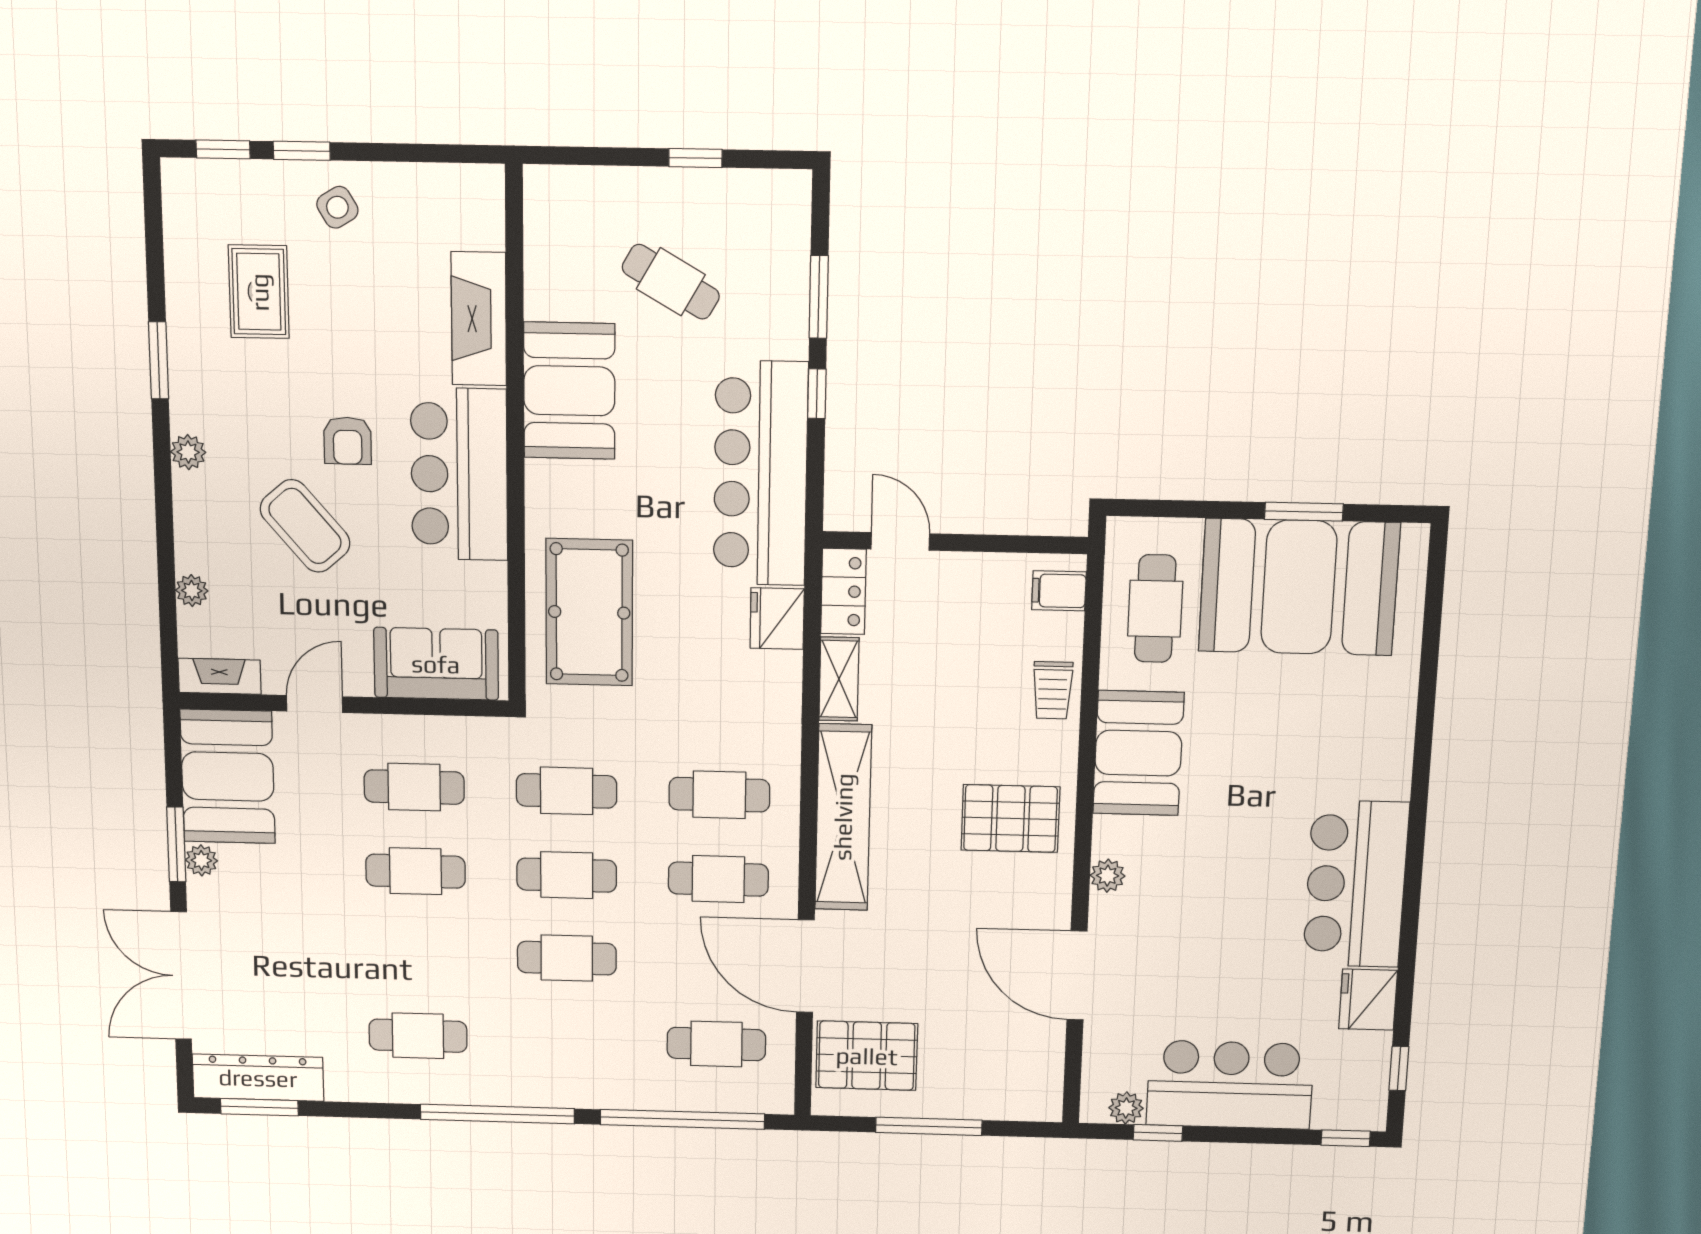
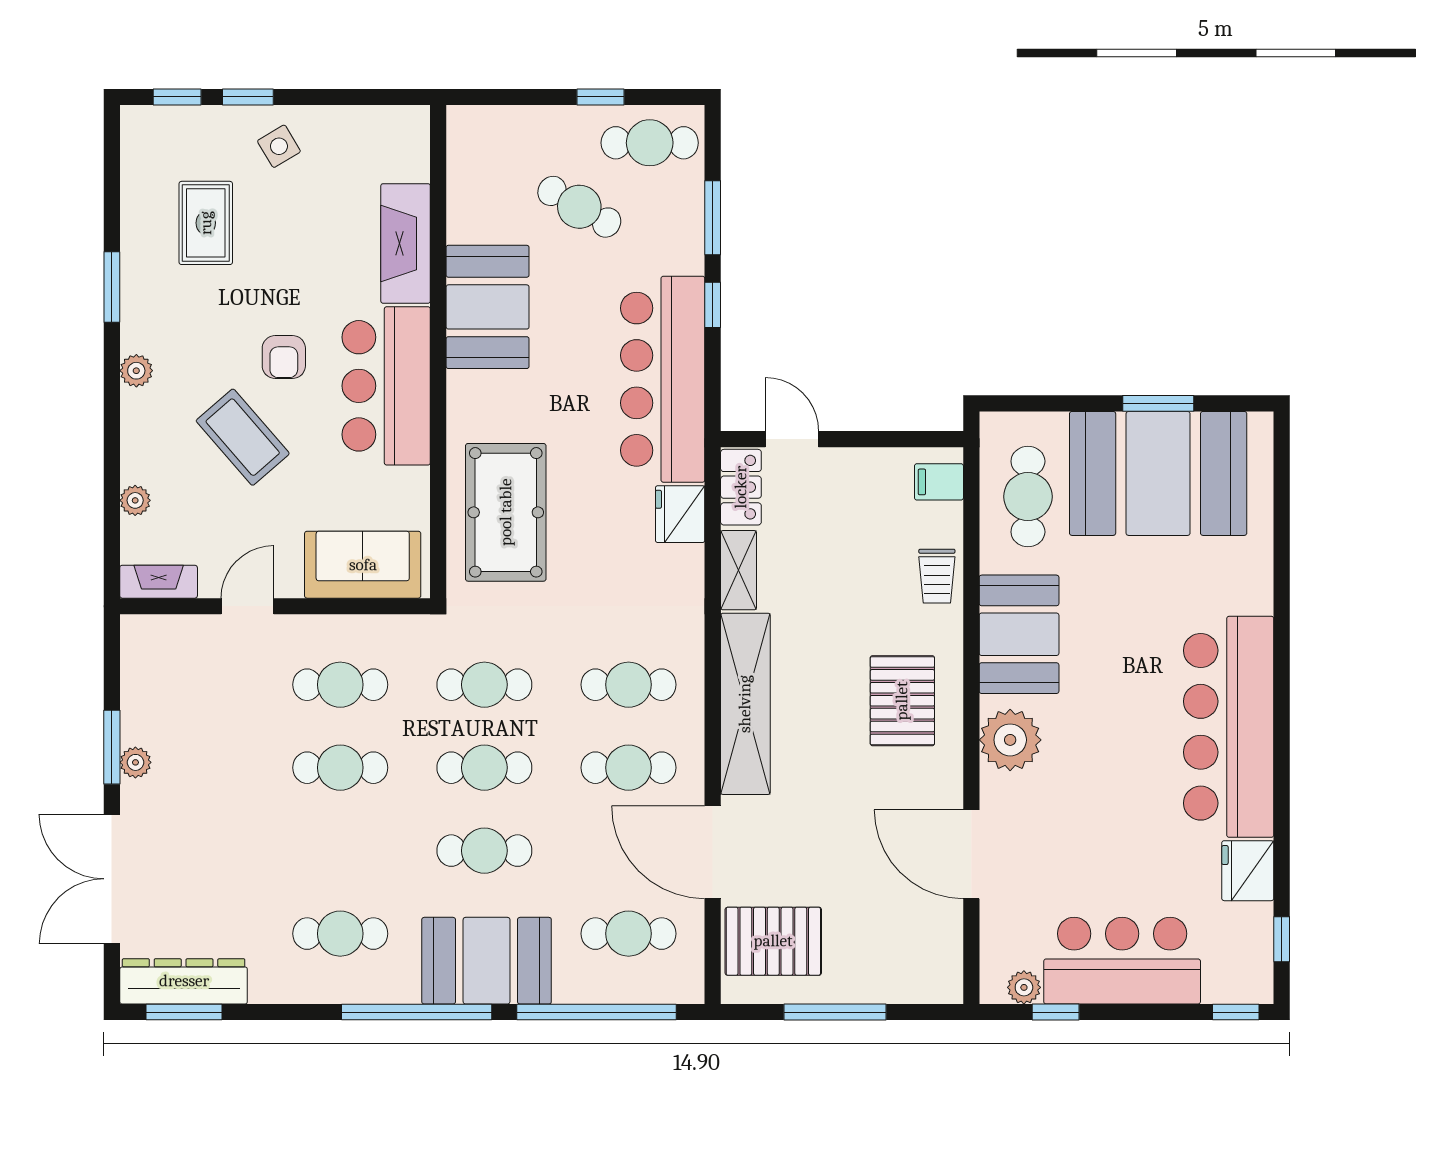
cafe table: (750, 211) -> (650, 143), added
booth: (228, 776) -> (487, 961), moved, turned 90
pallet: (1010, 818) -> (902, 701), turned 90
plant: (1108, 876) -> (1010, 740), width x1.88, depth x1.88
bar counter: (1356, 884) -> (1229, 727), width x1.36

